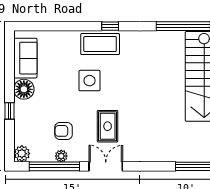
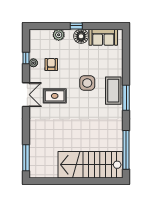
window: (110, 26) -> (126, 98), width x2.17
window: (9, 111) -> (76, 26), moved
plant: (22, 154) -> (59, 35), moved
window: (54, 166) -> (26, 58), width x0.32

